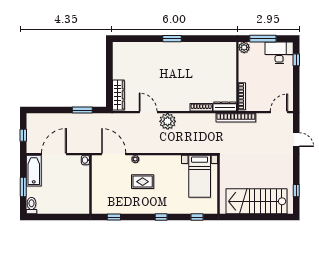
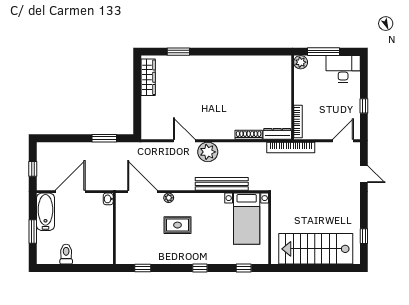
window: (172, 39) -> (178, 52), moved
window: (296, 60) -> (364, 106), moved
wardrobe: (118, 95) -> (148, 77), moved
bench: (179, 148) -> (222, 184), added
toilet: (32, 206) -> (66, 254), moved

